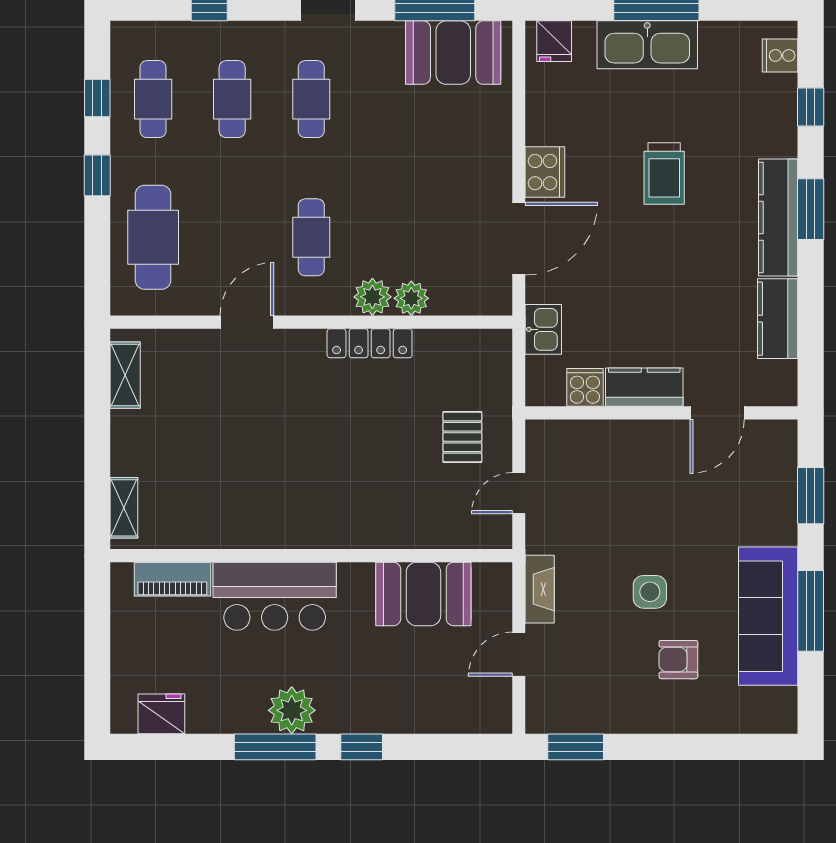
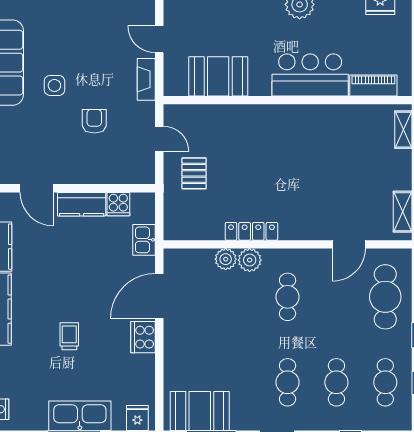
trolley: (664, 173) -> (69, 336), width x0.73, depth x0.72
door: (247, 322) -> (349, 244), moved
door: (717, 413) -> (37, 188), swing flipped
door: (519, 493) -> (159, 139), hinge flipped
side table: (650, 592) -> (54, 85), moved
door: (519, 654) -> (159, 39), swing flipped
armchair: (678, 660) -> (94, 121), moved, turned -90

